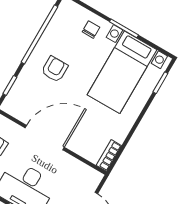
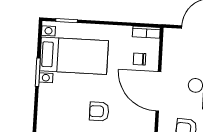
chair: (91, 30) -> (140, 59), moved

